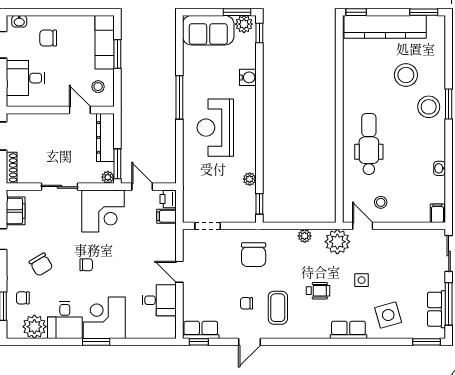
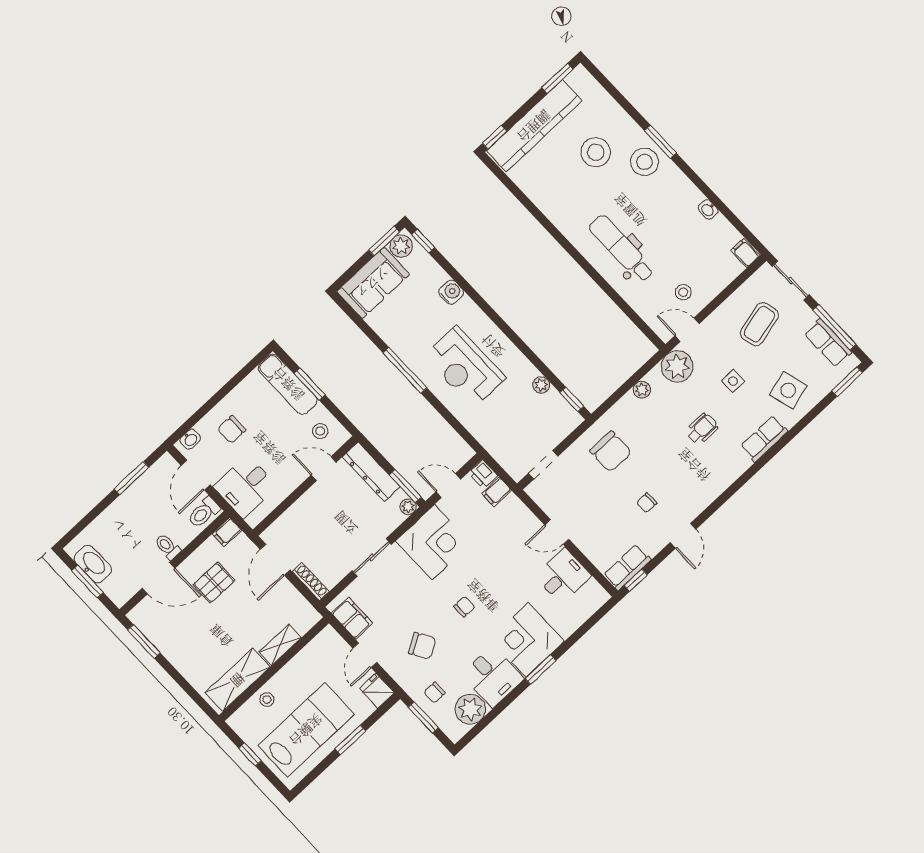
coffee table: (278, 308) -> (759, 324), moved, turned 76

